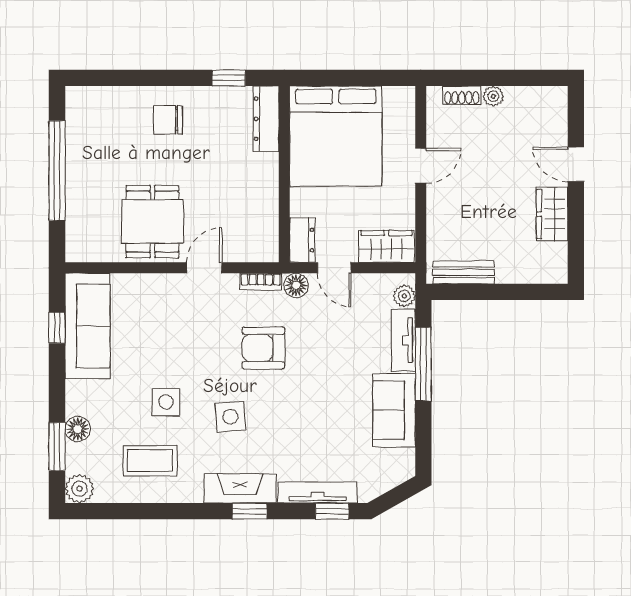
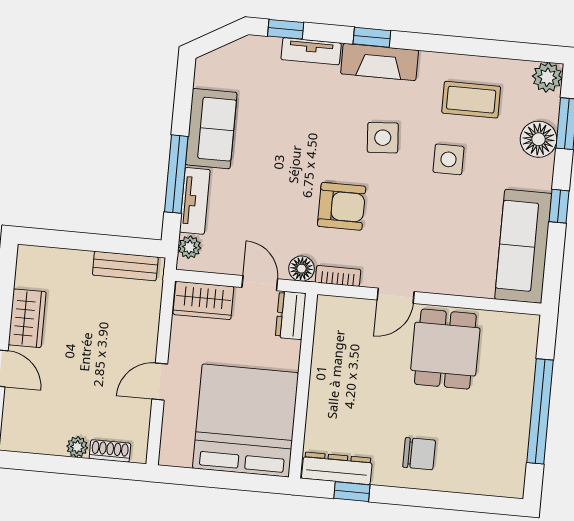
dresser: (266, 119) -> (337, 468), moved, turned -90
window: (57, 328) -> (559, 206), moved
floor lamp: (78, 429) -> (539, 139), width x1.38, depth x1.38
tv unit: (318, 493) -> (311, 51), width x0.71

